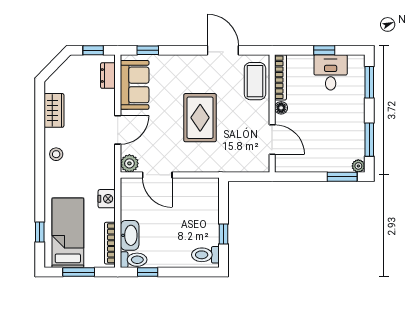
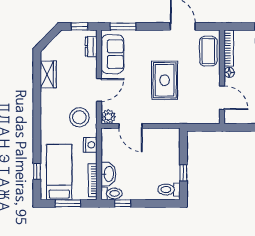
window: (148, 50) -> (123, 26), width x1.50
stool: (56, 154) -> (79, 117), moved, width x1.89, depth x1.89

